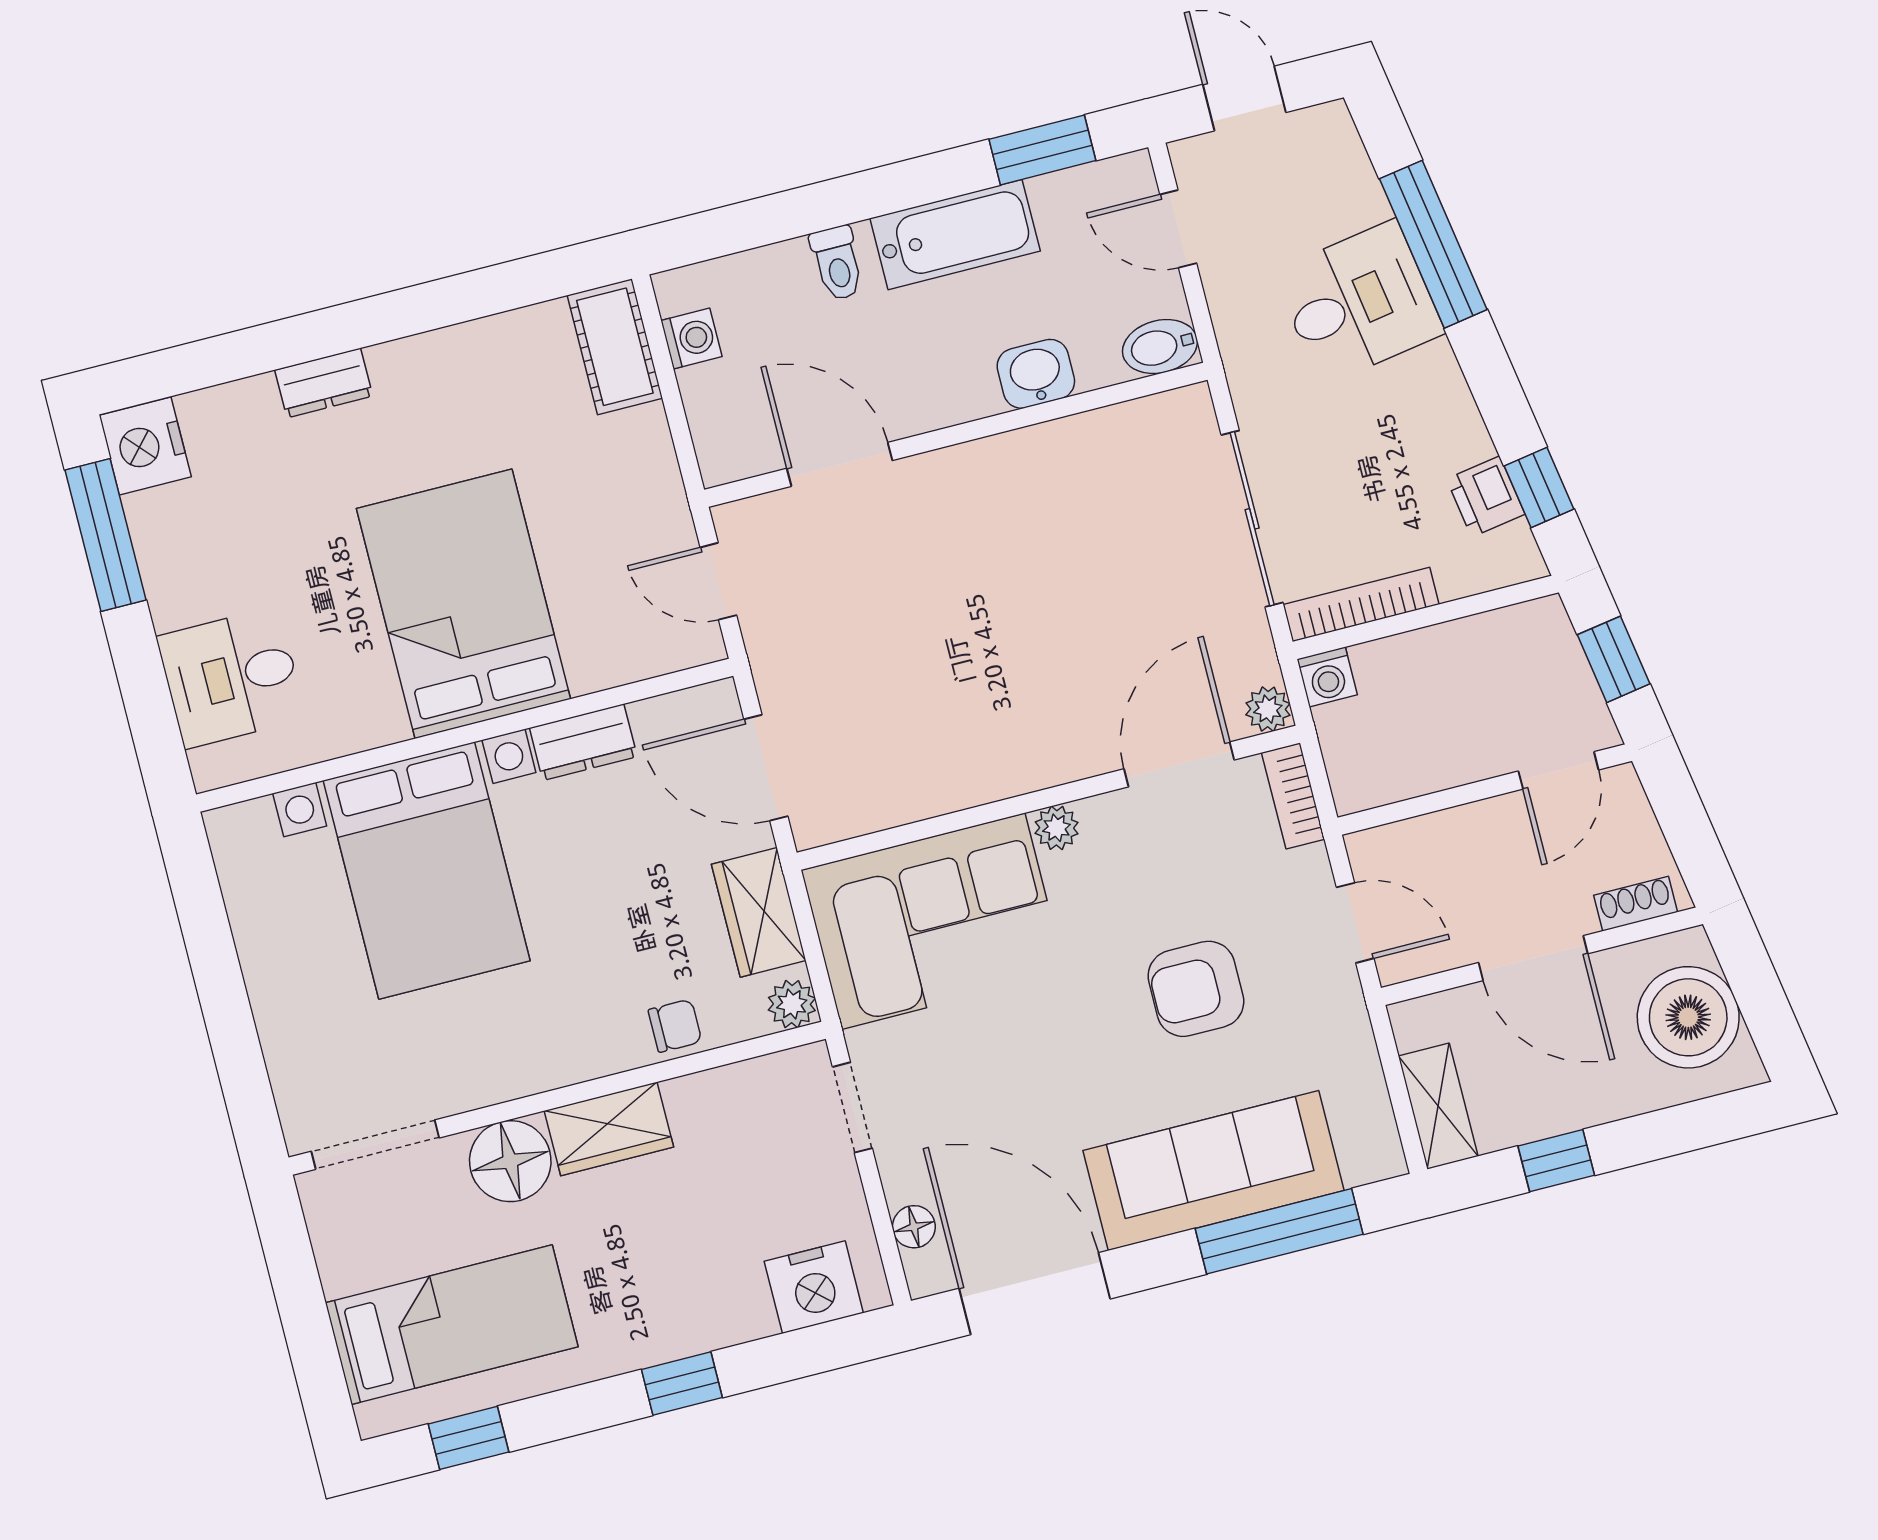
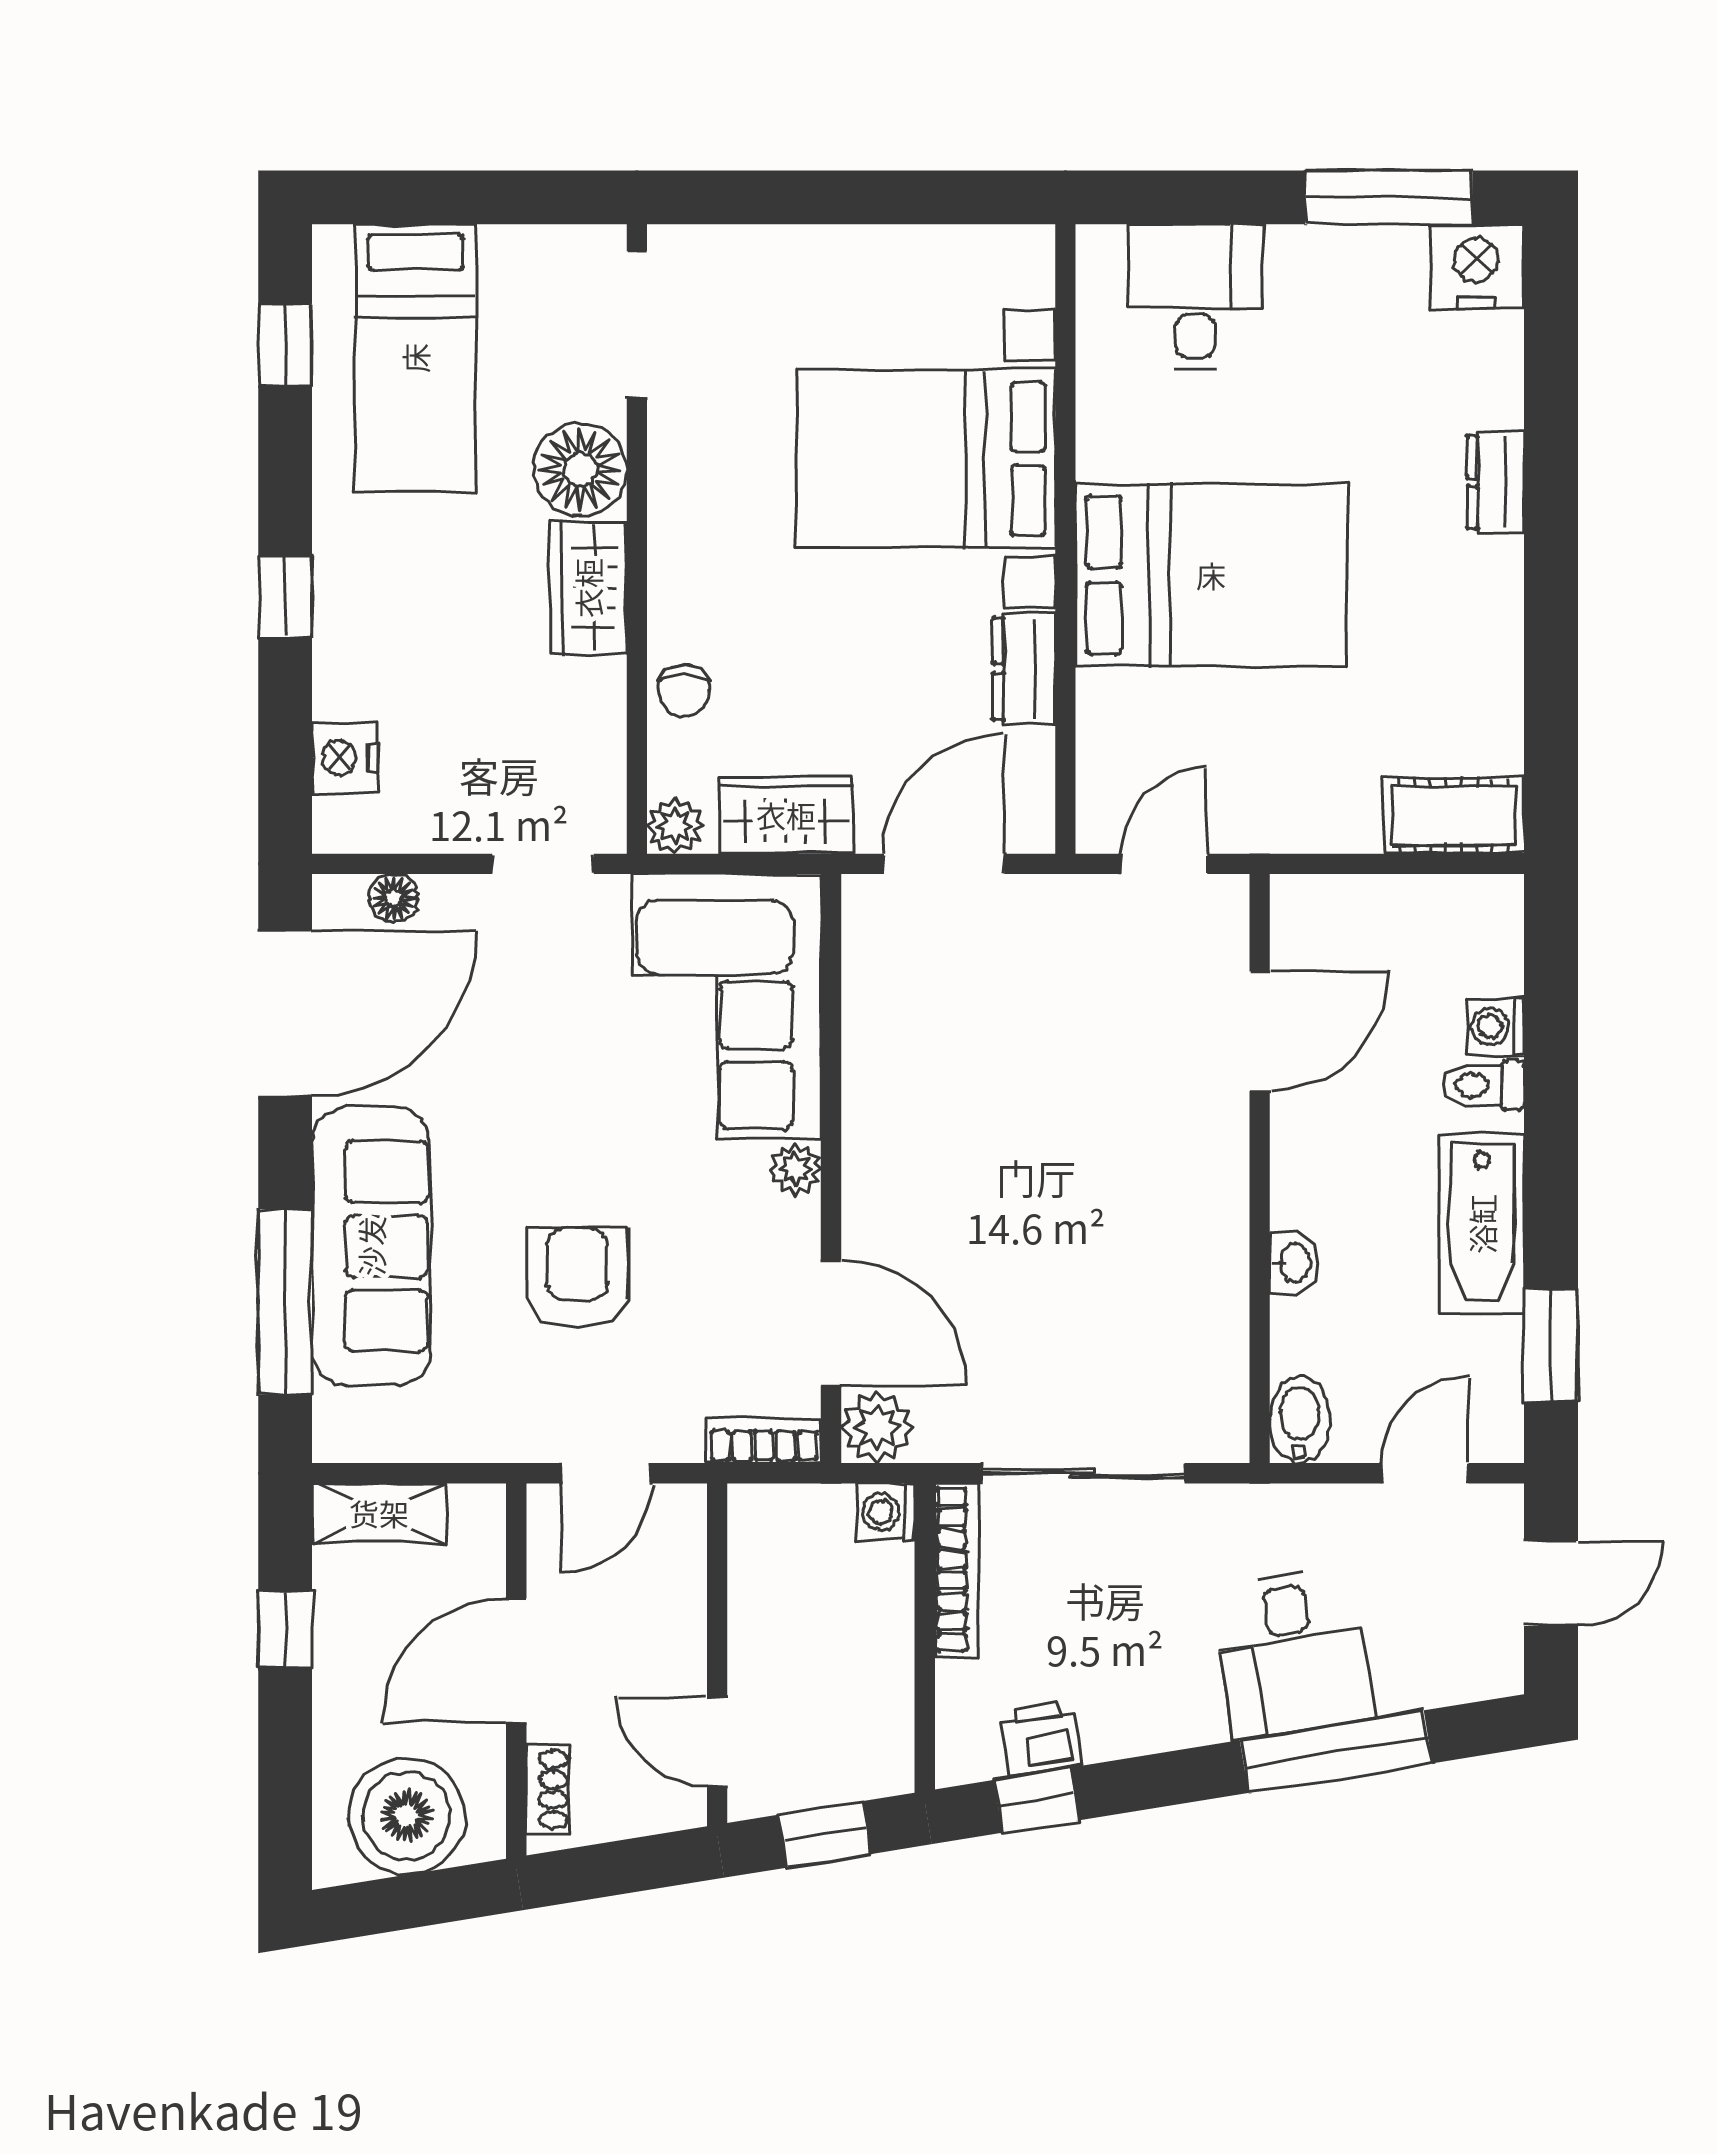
washing machine: (691, 339) -> (1495, 1026), moved, turned 90
washbasin: (1036, 374) -> (1294, 1263), width x0.72, depth x0.69
plant: (1268, 709) -> (877, 1427), width x1.38, depth x1.38
nightstand: (814, 1287) -> (344, 758), width x0.74, depth x0.75

